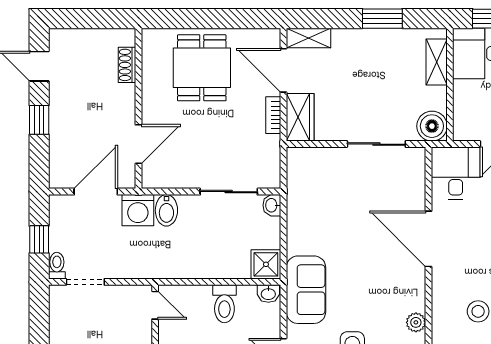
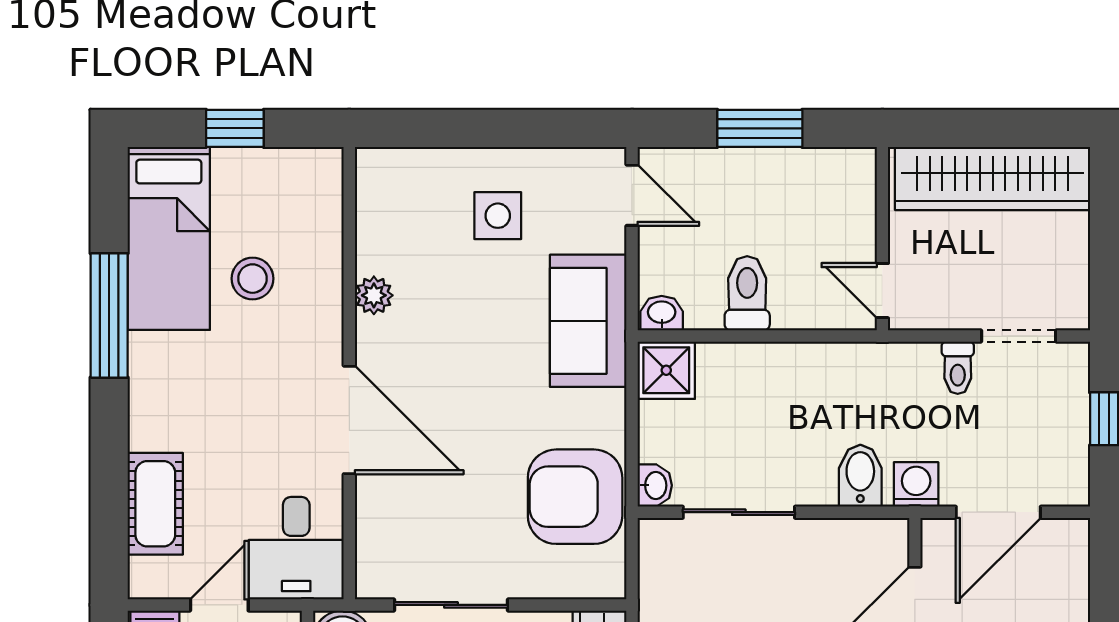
armchair: (313, 200) -> (575, 497), added
washing machine: (138, 210) -> (916, 484), width x0.73, depth x0.73
toilet: (57, 266) -> (958, 368), moved
plant: (416, 322) -> (374, 295), moved

